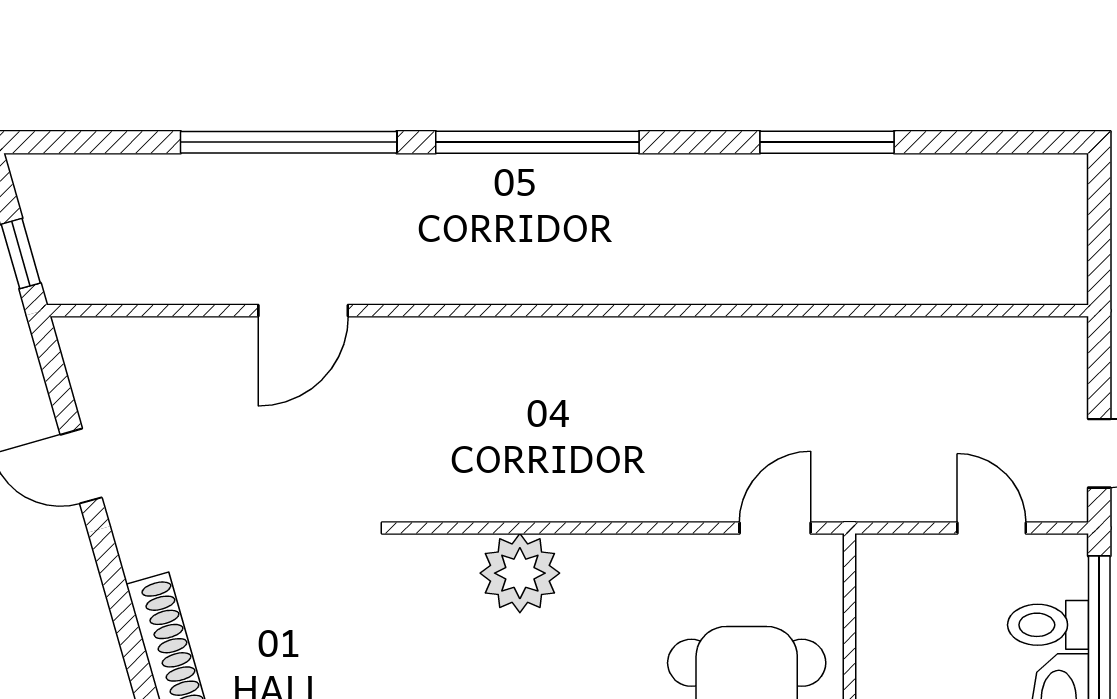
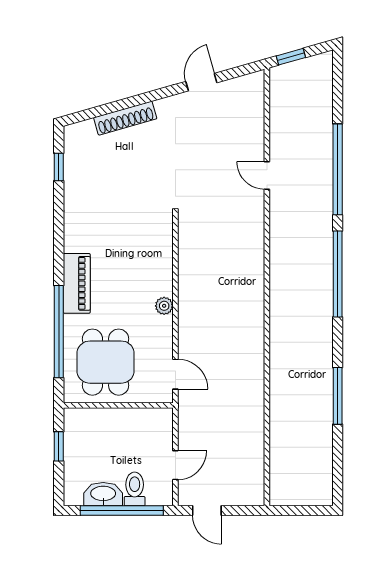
door: (303, 311) -> (267, 175), width x0.73
plant: (520, 573) -> (164, 306), moved, width x0.53, depth x0.53

